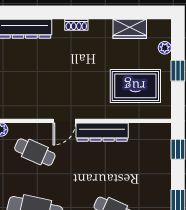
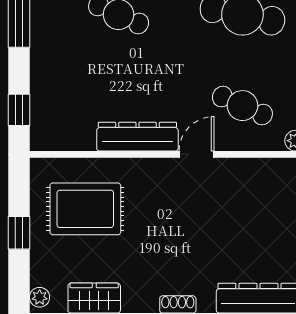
plant: (165, 48) -> (40, 297), moved

